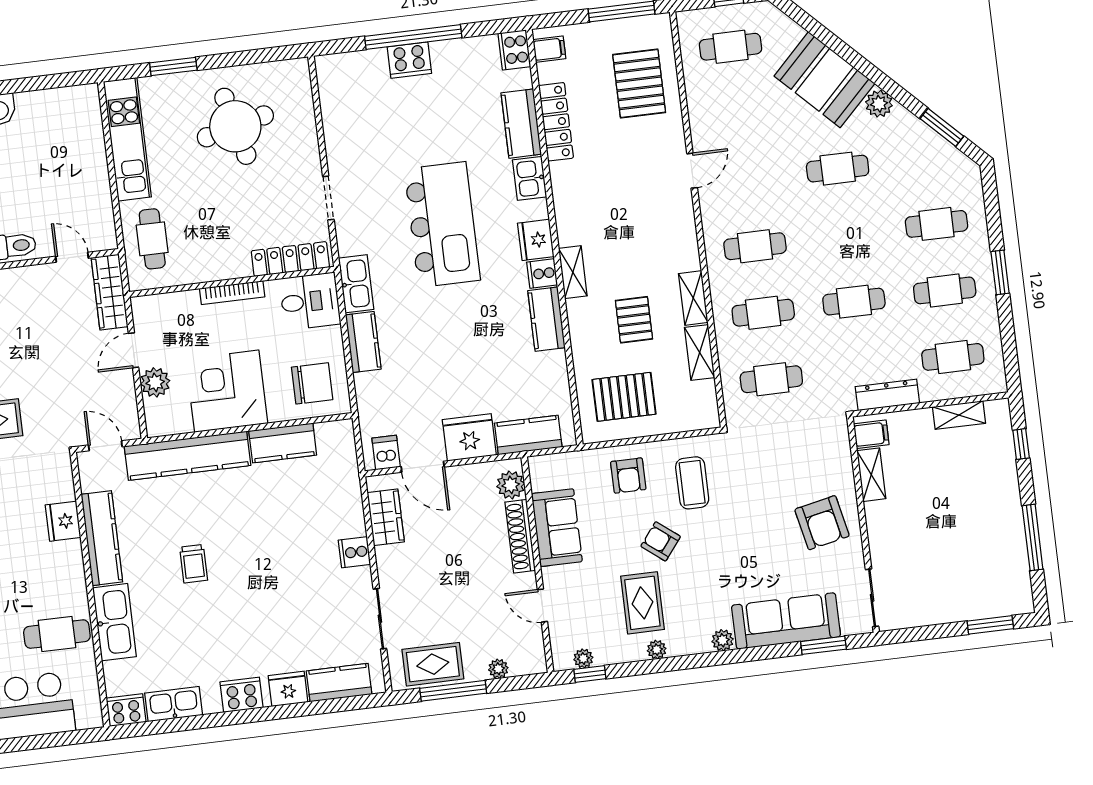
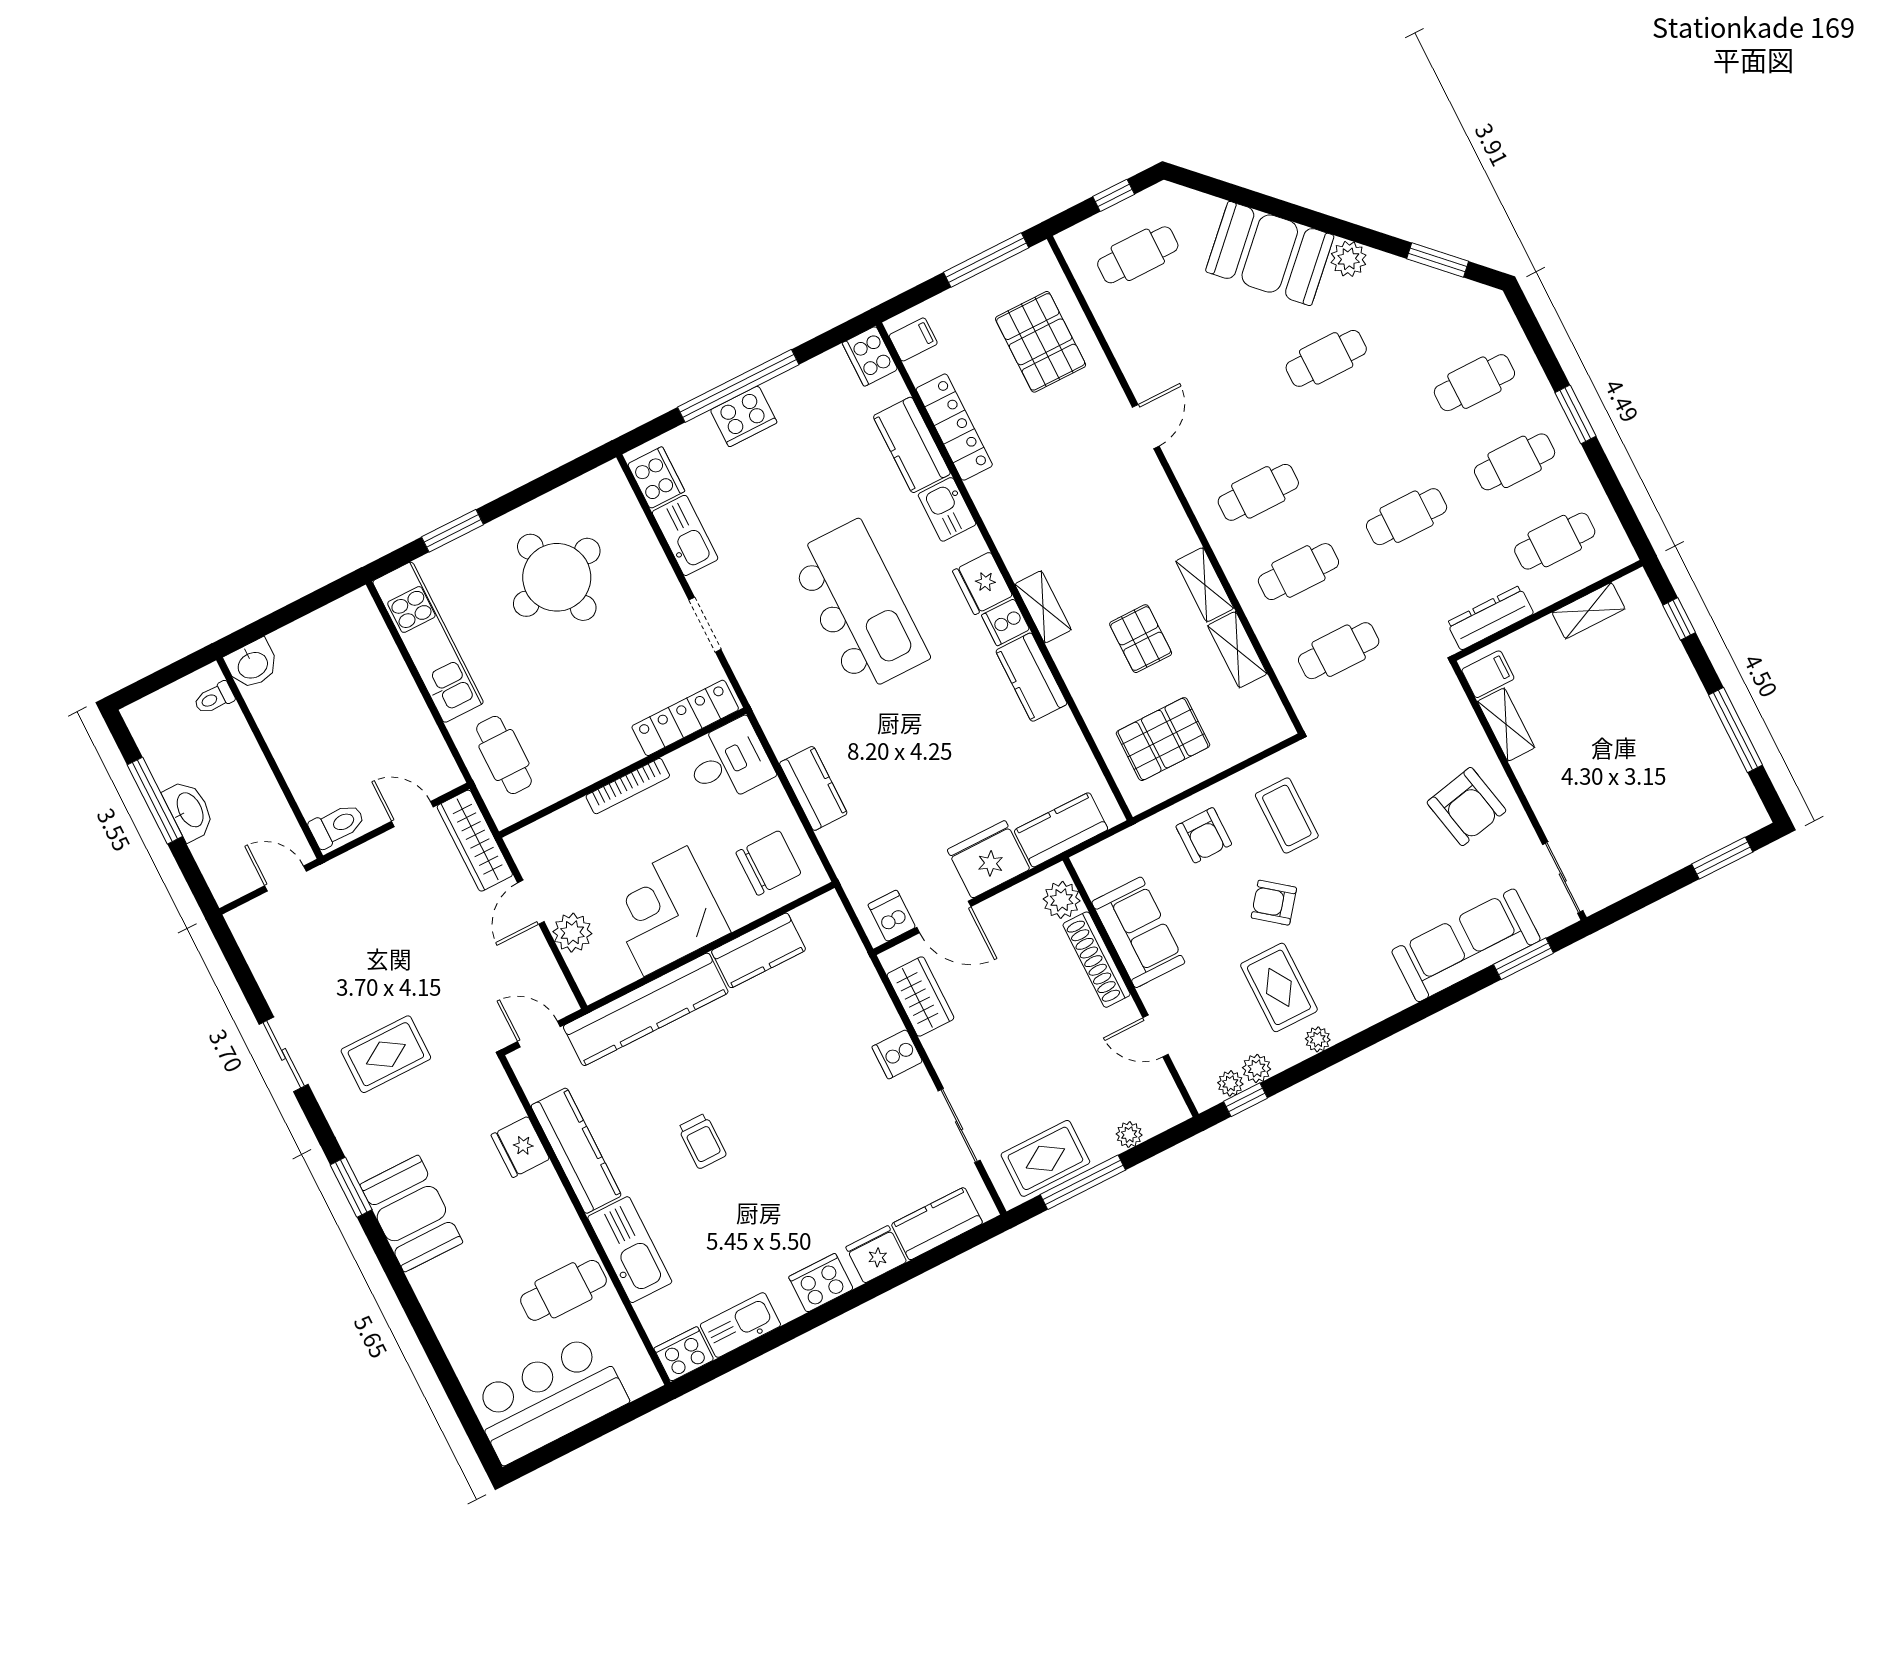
cooker: (331, 81) -> (656, 478), added
kitchen sink: (356, 284) -> (685, 535), moved
plant: (723, 640) -> (1257, 1068), moved

